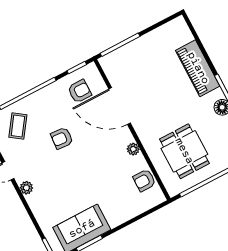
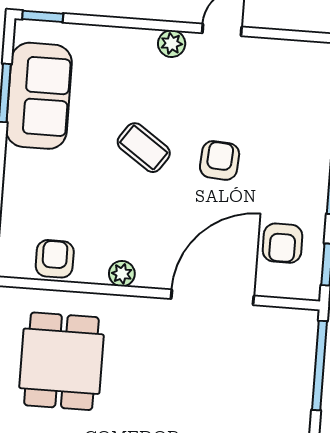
coffee table: (18, 126) -> (144, 148), moved
dining table: (184, 151) -> (61, 361), turned 90

